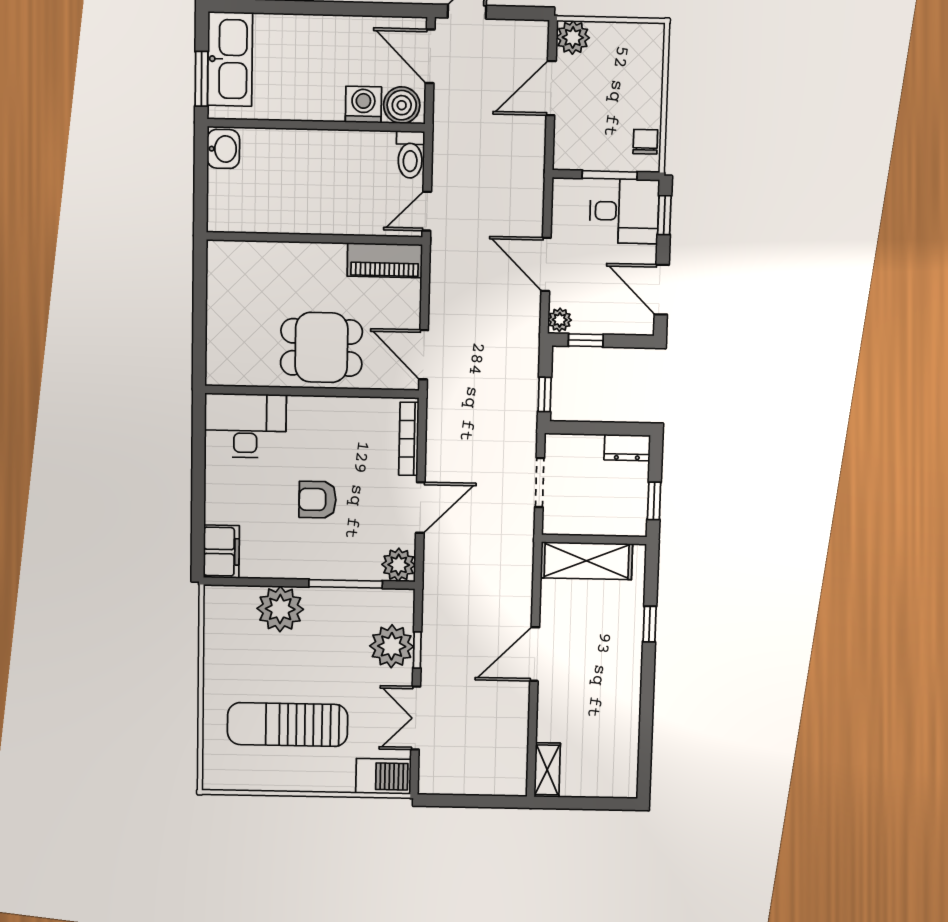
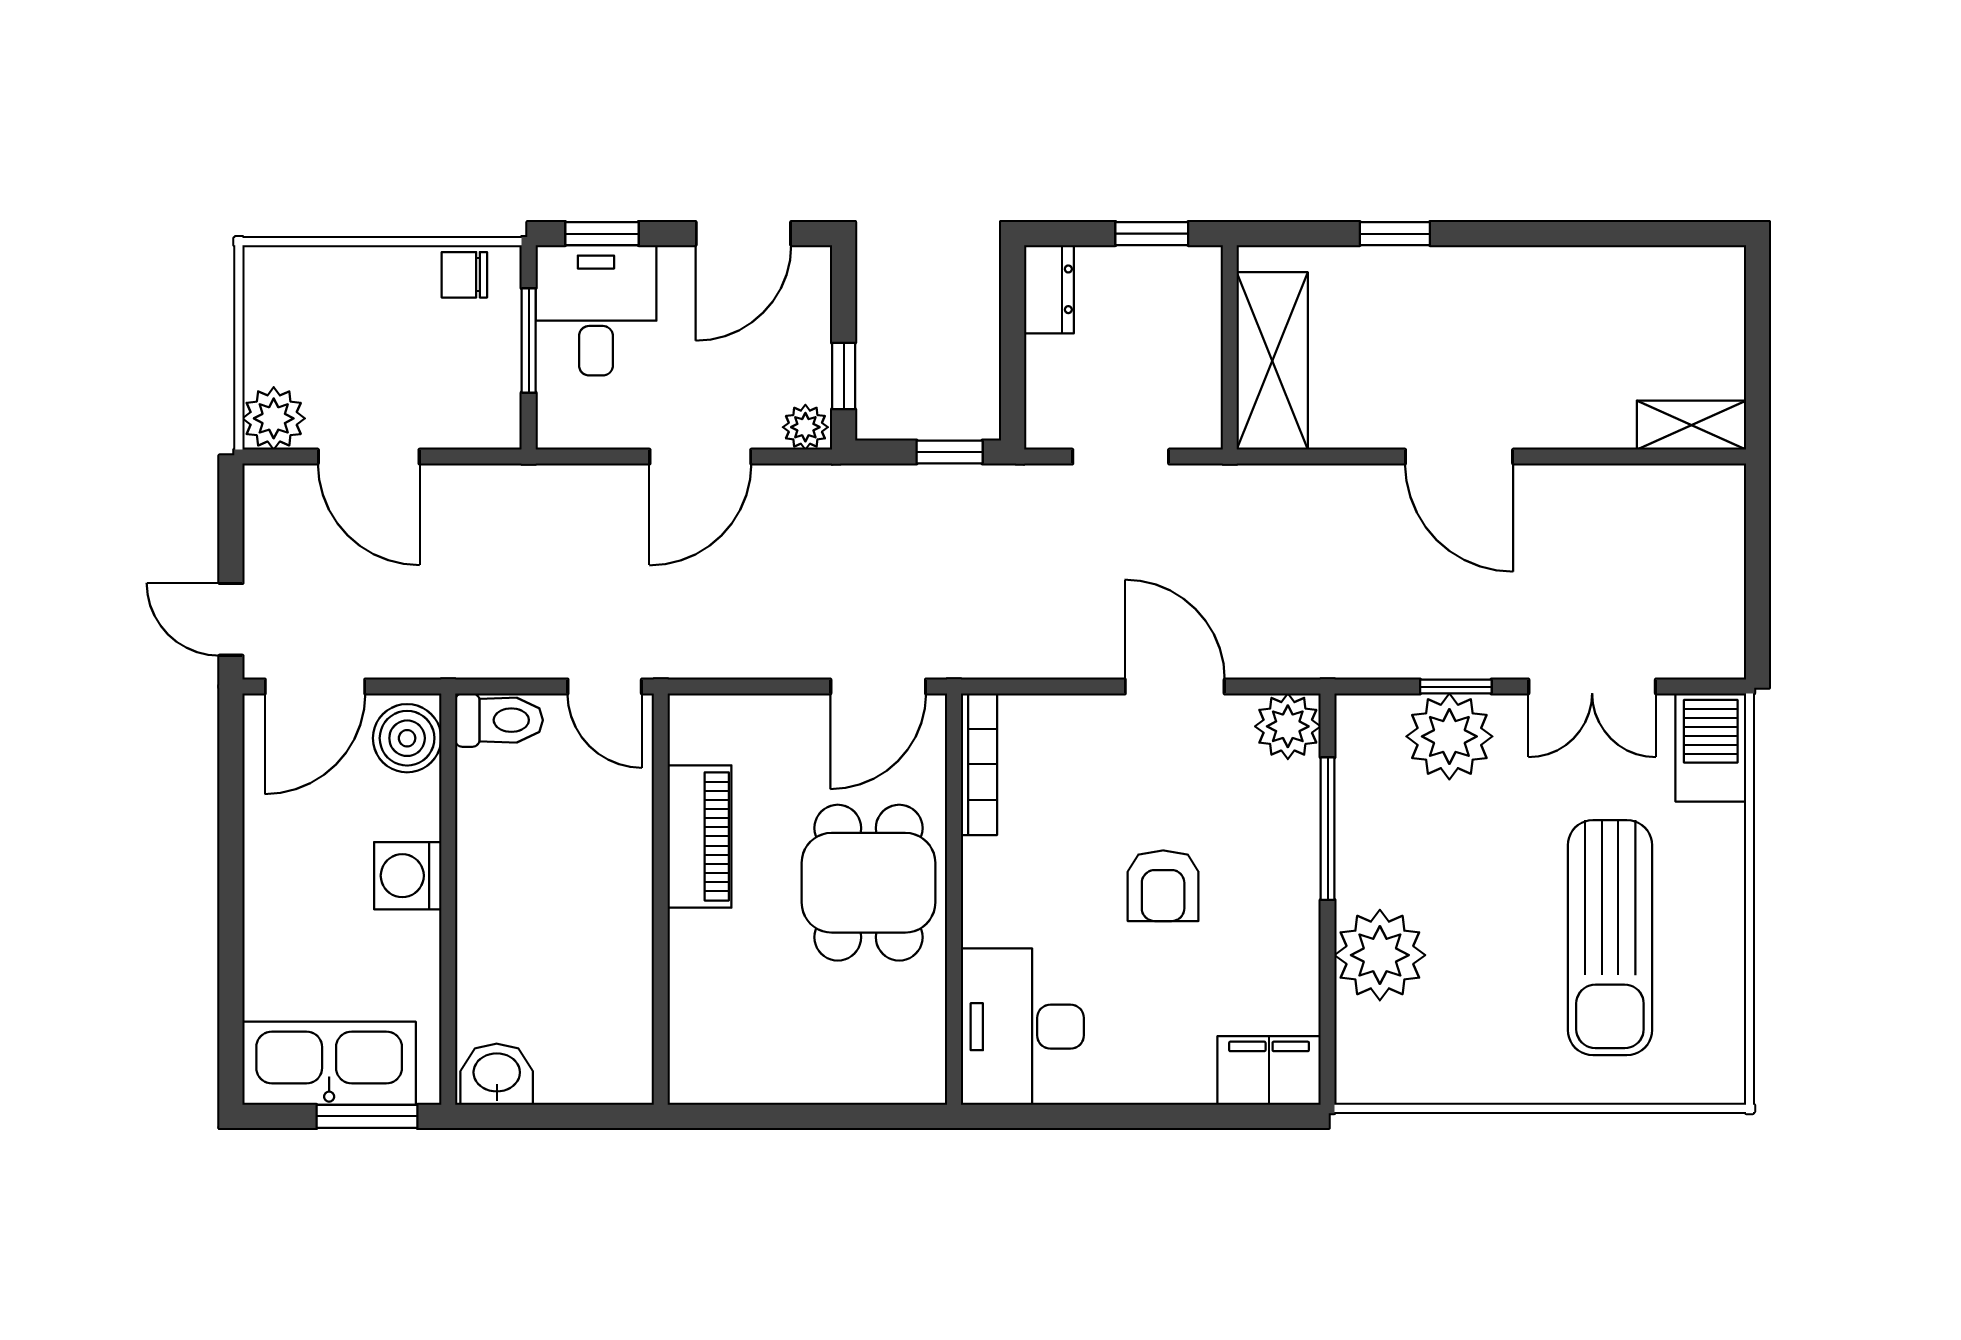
washing machine: (363, 105) -> (408, 876), moved
piano: (385, 260) -> (700, 836), moved
bookcase: (409, 439) -> (979, 764), moved, turned -90

